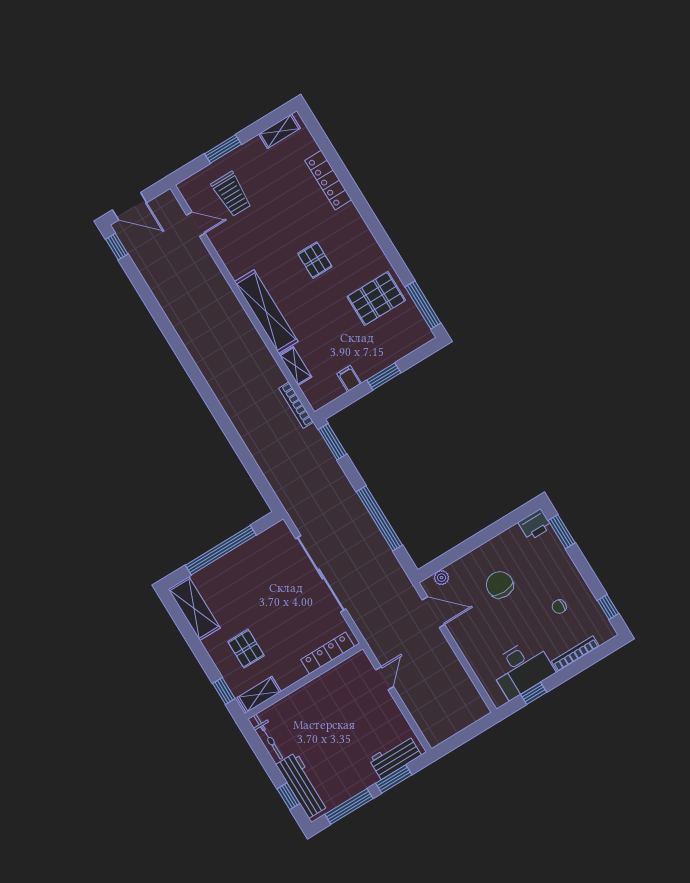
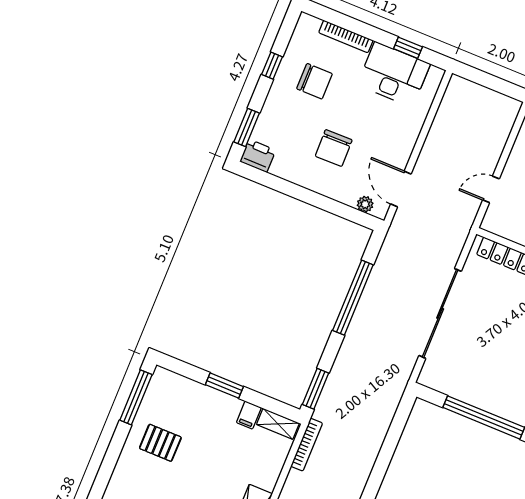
pallet: (376, 298) -> (160, 443), width x0.67, depth x0.71
shelving: (296, 366) -> (278, 424), moved, turned 90
chair: (559, 607) -> (314, 81), width x1.87, depth x1.87
window: (608, 607) -> (272, 66), moved

